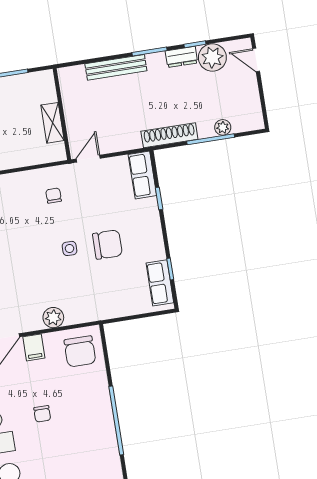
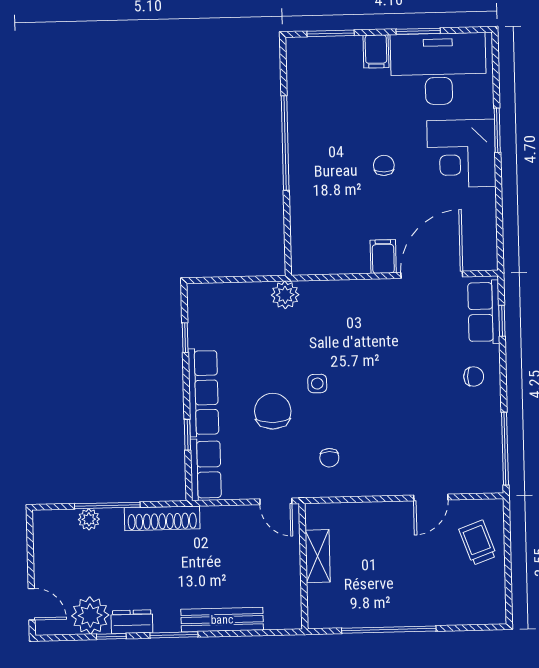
door: (88, 159) -> (276, 501), hinge flipped
chair: (107, 245) -> (273, 411), moved, turned 90
row of seats: (160, 283) -> (203, 393), moved, width x1.48
plant: (53, 318) -> (285, 295), moved
chair: (80, 351) -> (322, 243), removed

